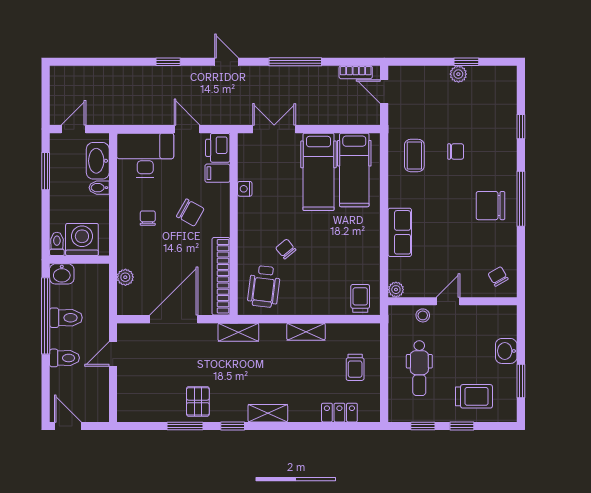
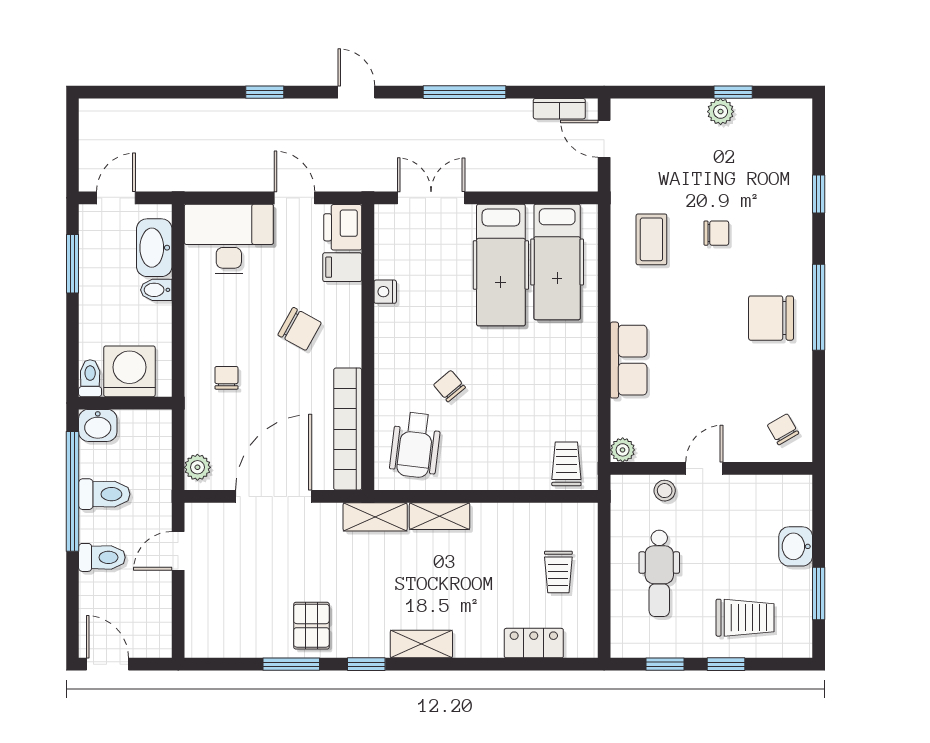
chair: (148, 218) -> (226, 378), moved
plant: (125, 277) -> (197, 467), moved
shelving: (306, 332) -> (440, 516), moved

